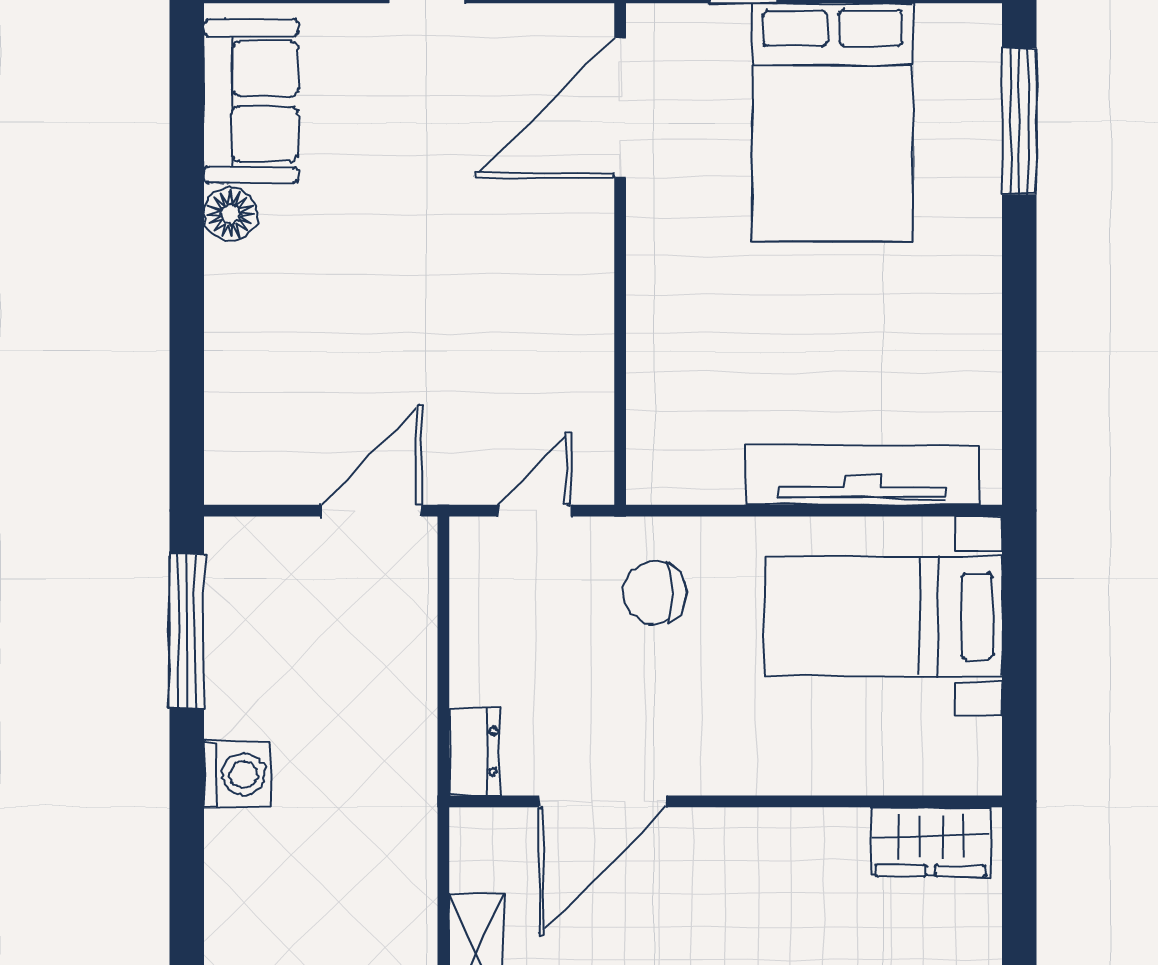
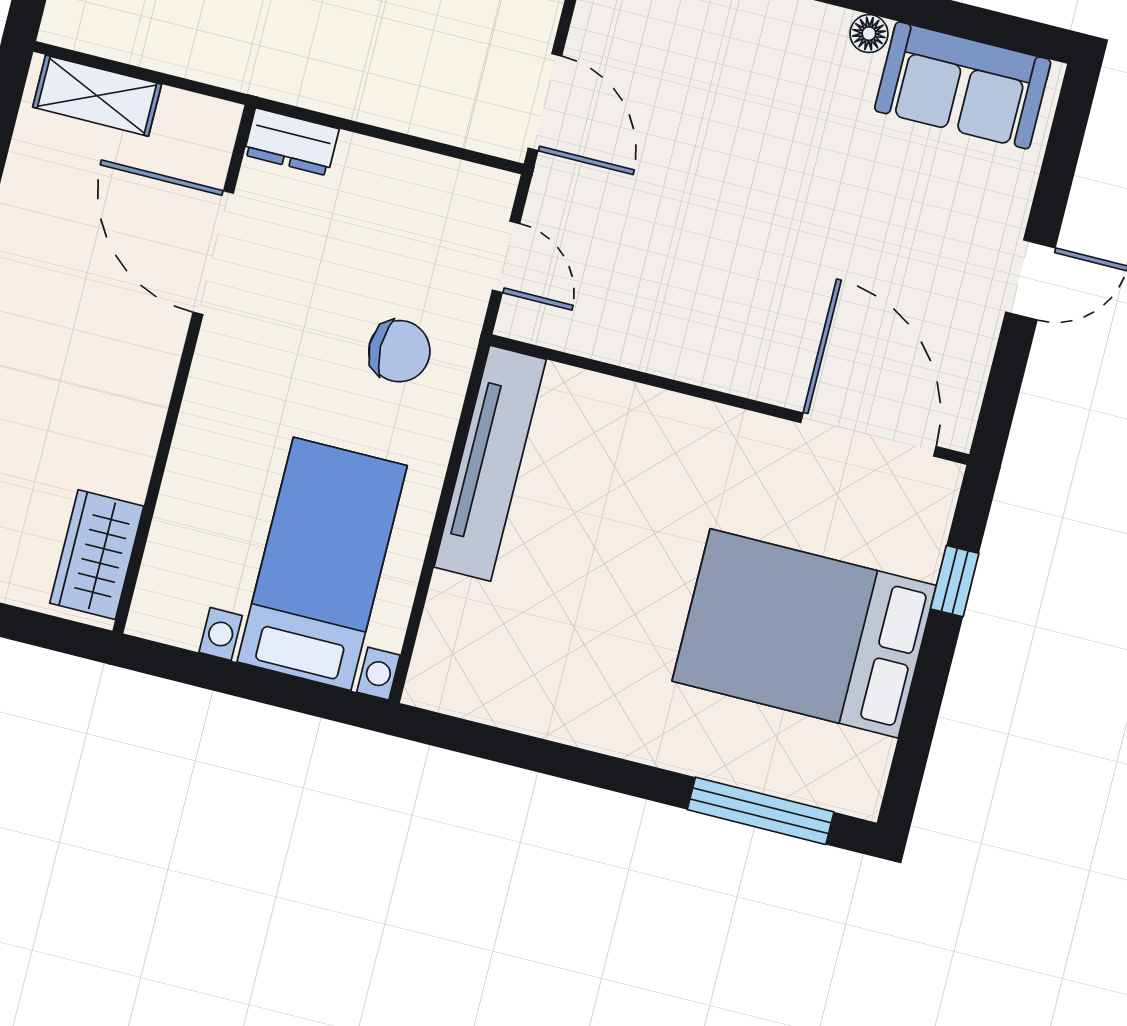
floor lamp: (230, 214) -> (869, 34), width x0.73, depth x0.73
tv unit: (862, 475) -> (490, 463), moved
chair: (654, 593) -> (399, 351), turned 90

